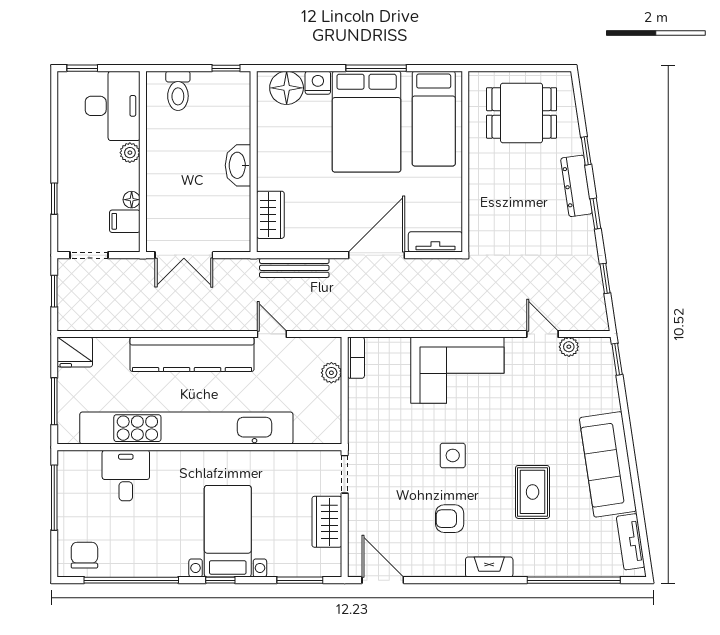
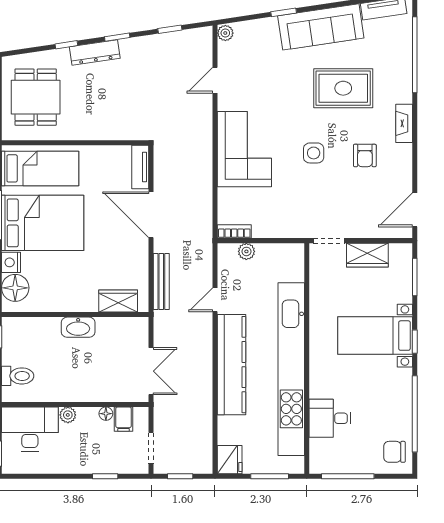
plant: (569, 347) -> (225, 33), moved
window: (617, 359) -> (284, 12), moved
rug: (533, 492) -> (343, 88), width x1.36, depth x1.43

